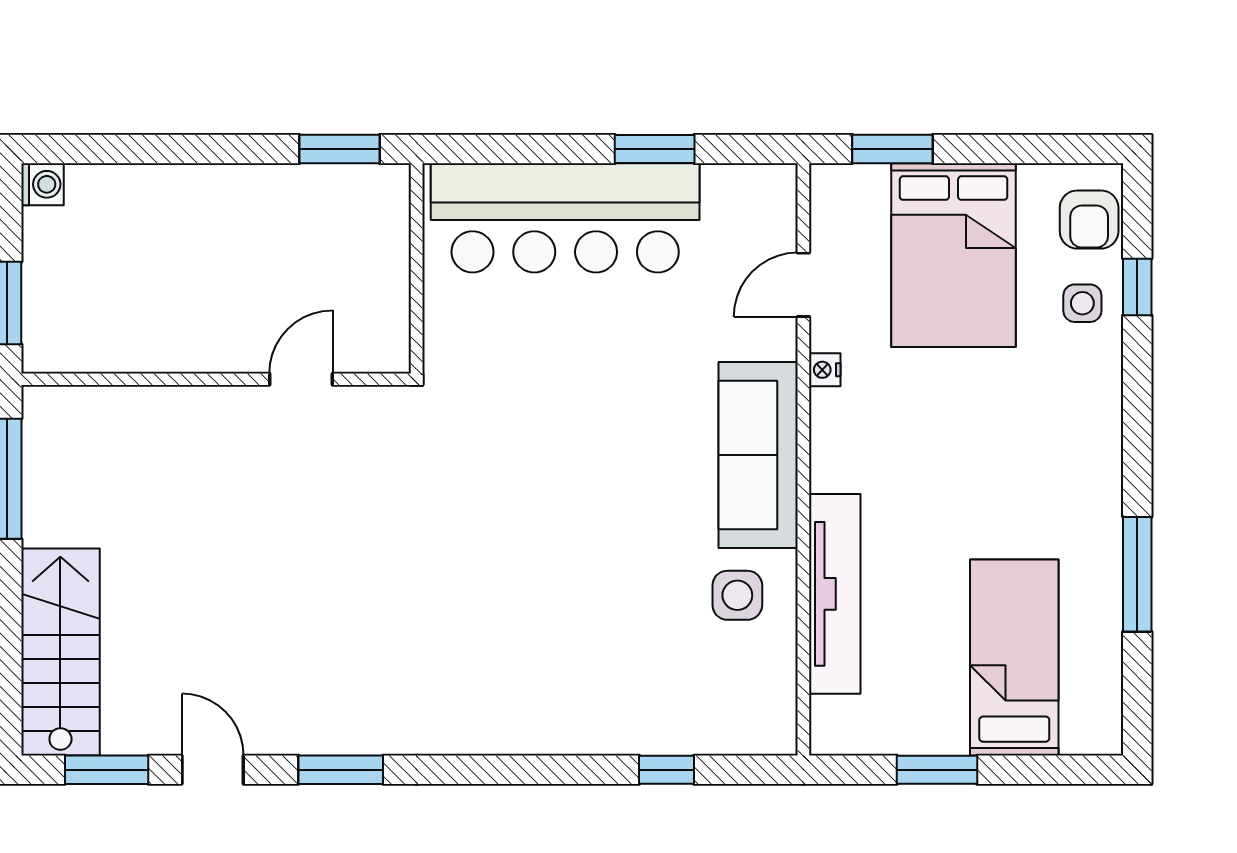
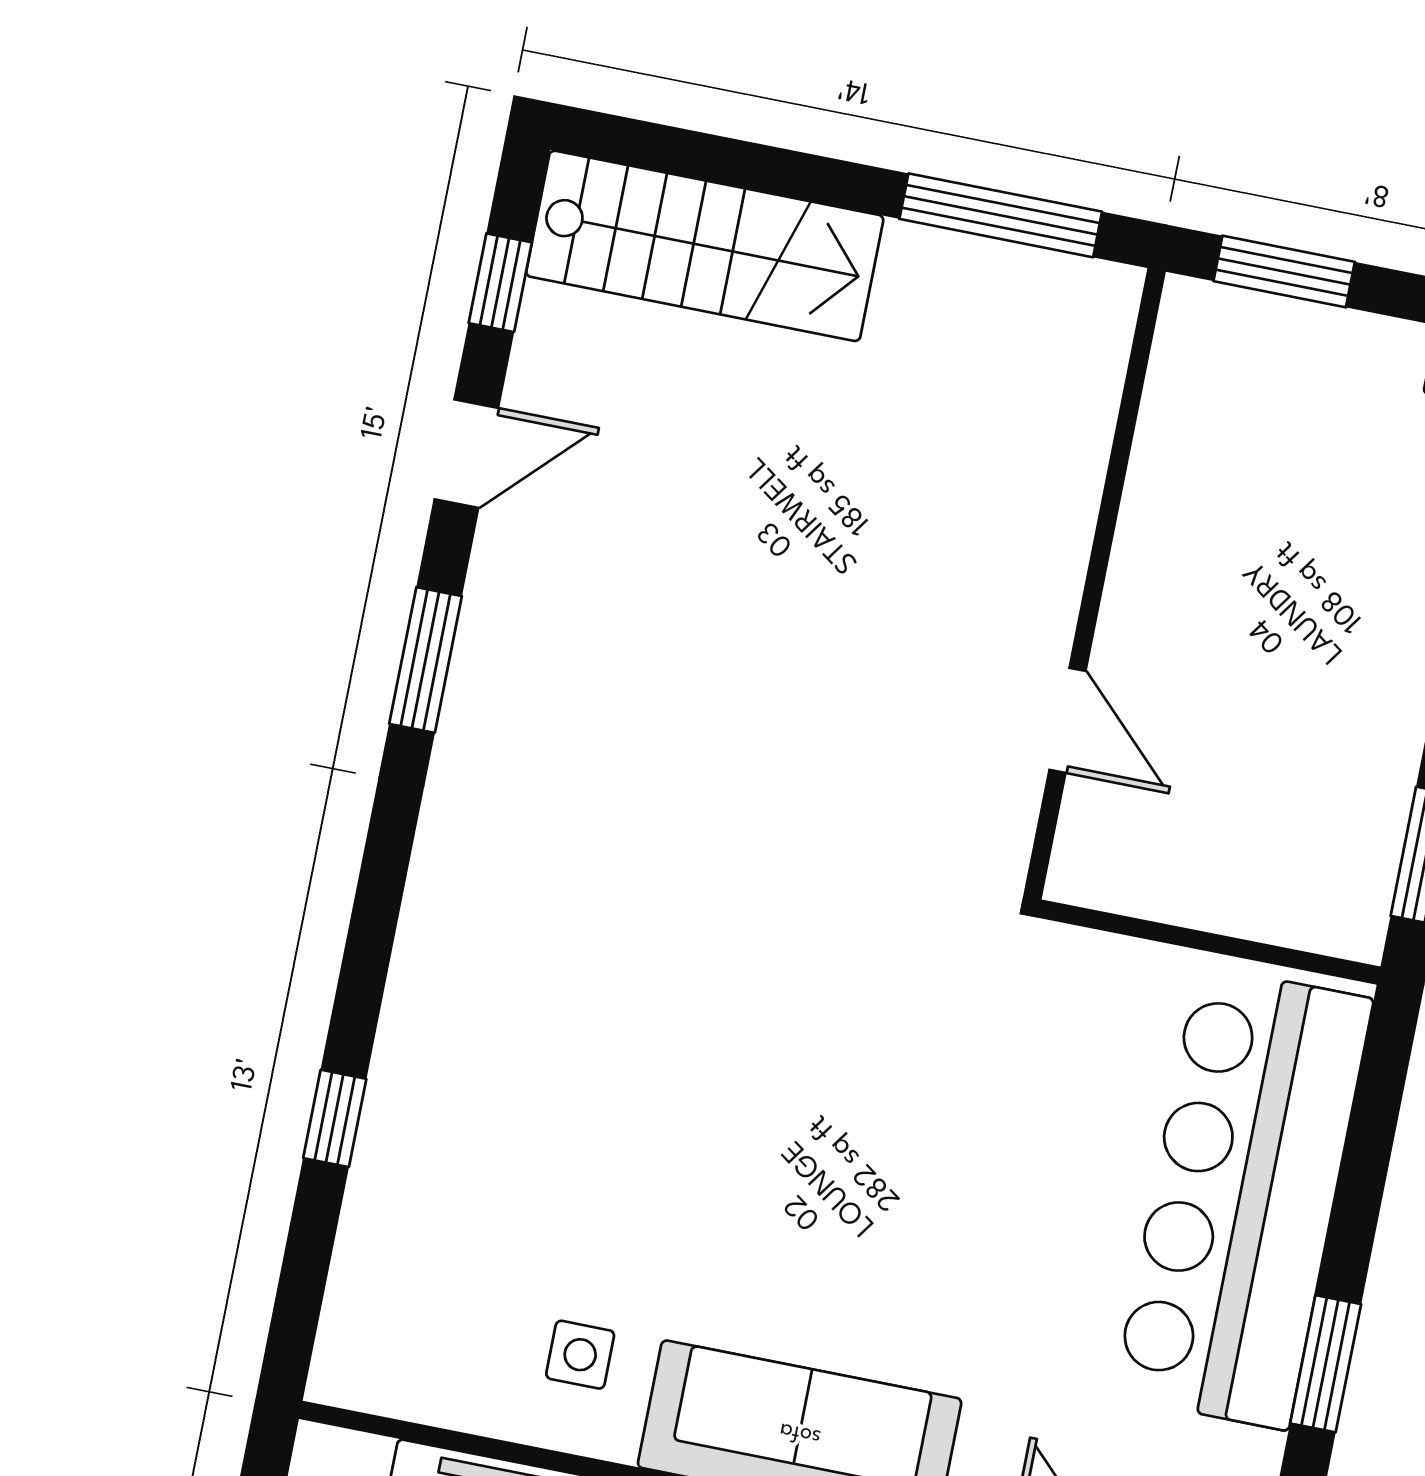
side table: (737, 595) -> (580, 1355), width x0.73, depth x0.73
window: (107, 770) -> (500, 283), width x0.67
window: (666, 770) -> (335, 1118), moved

